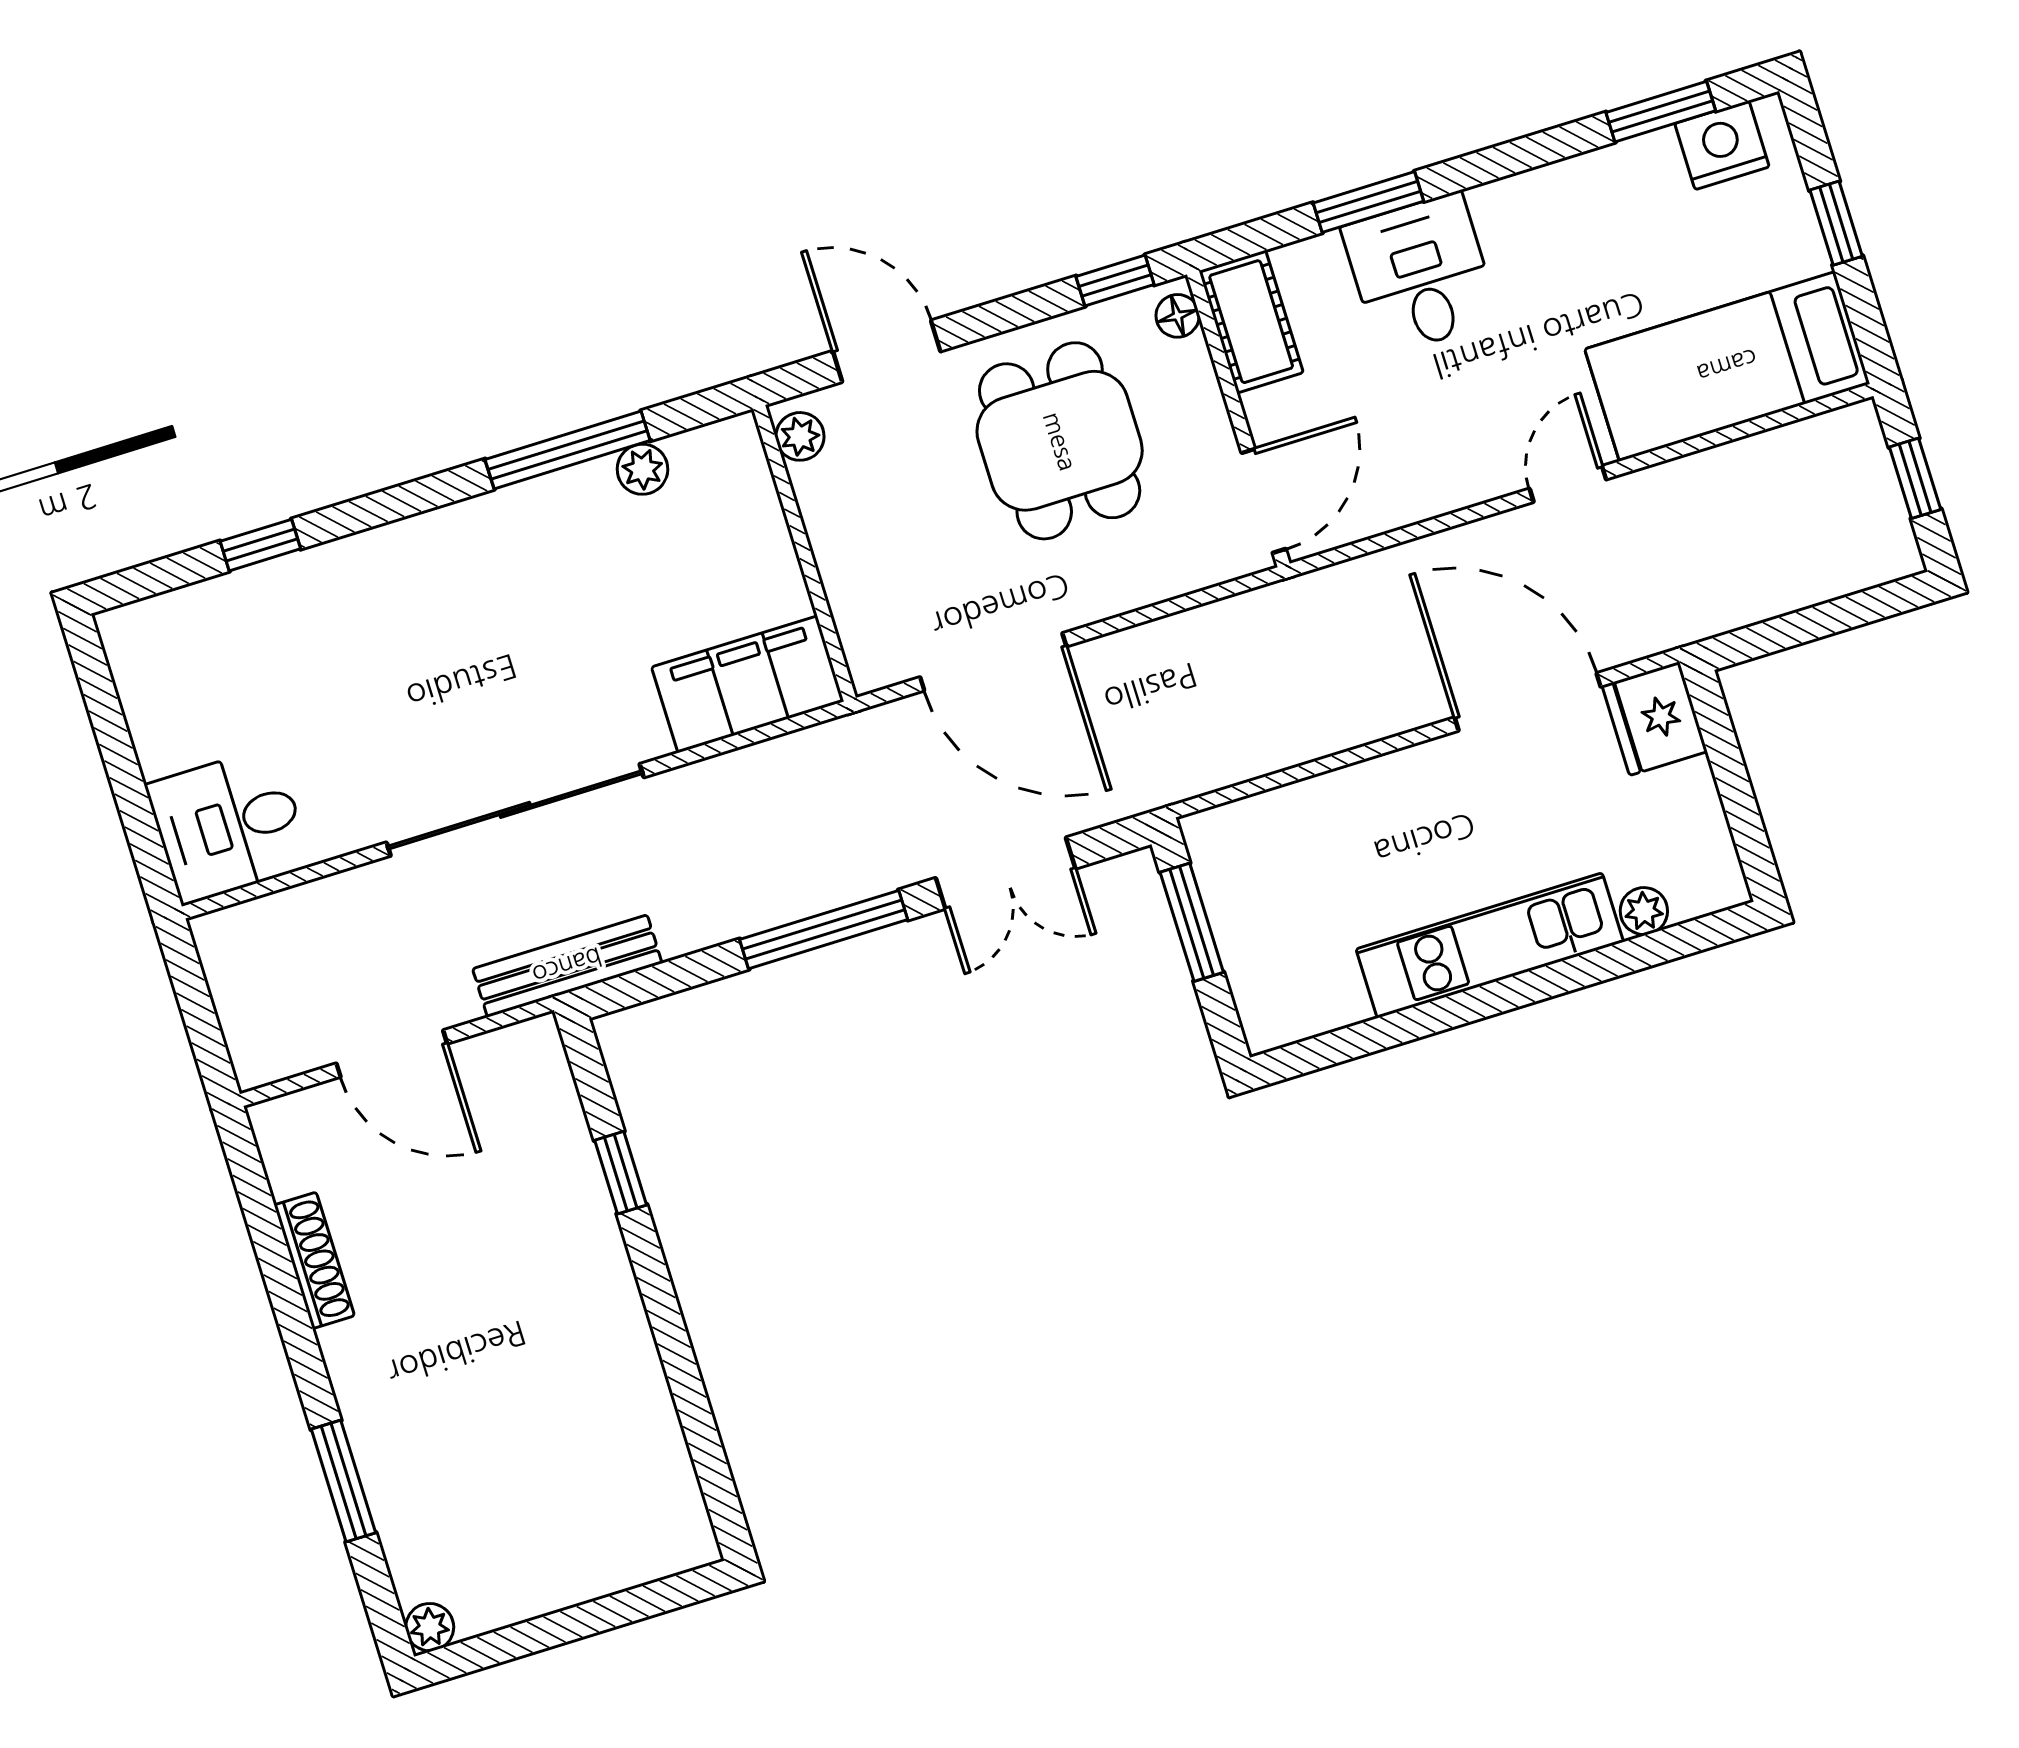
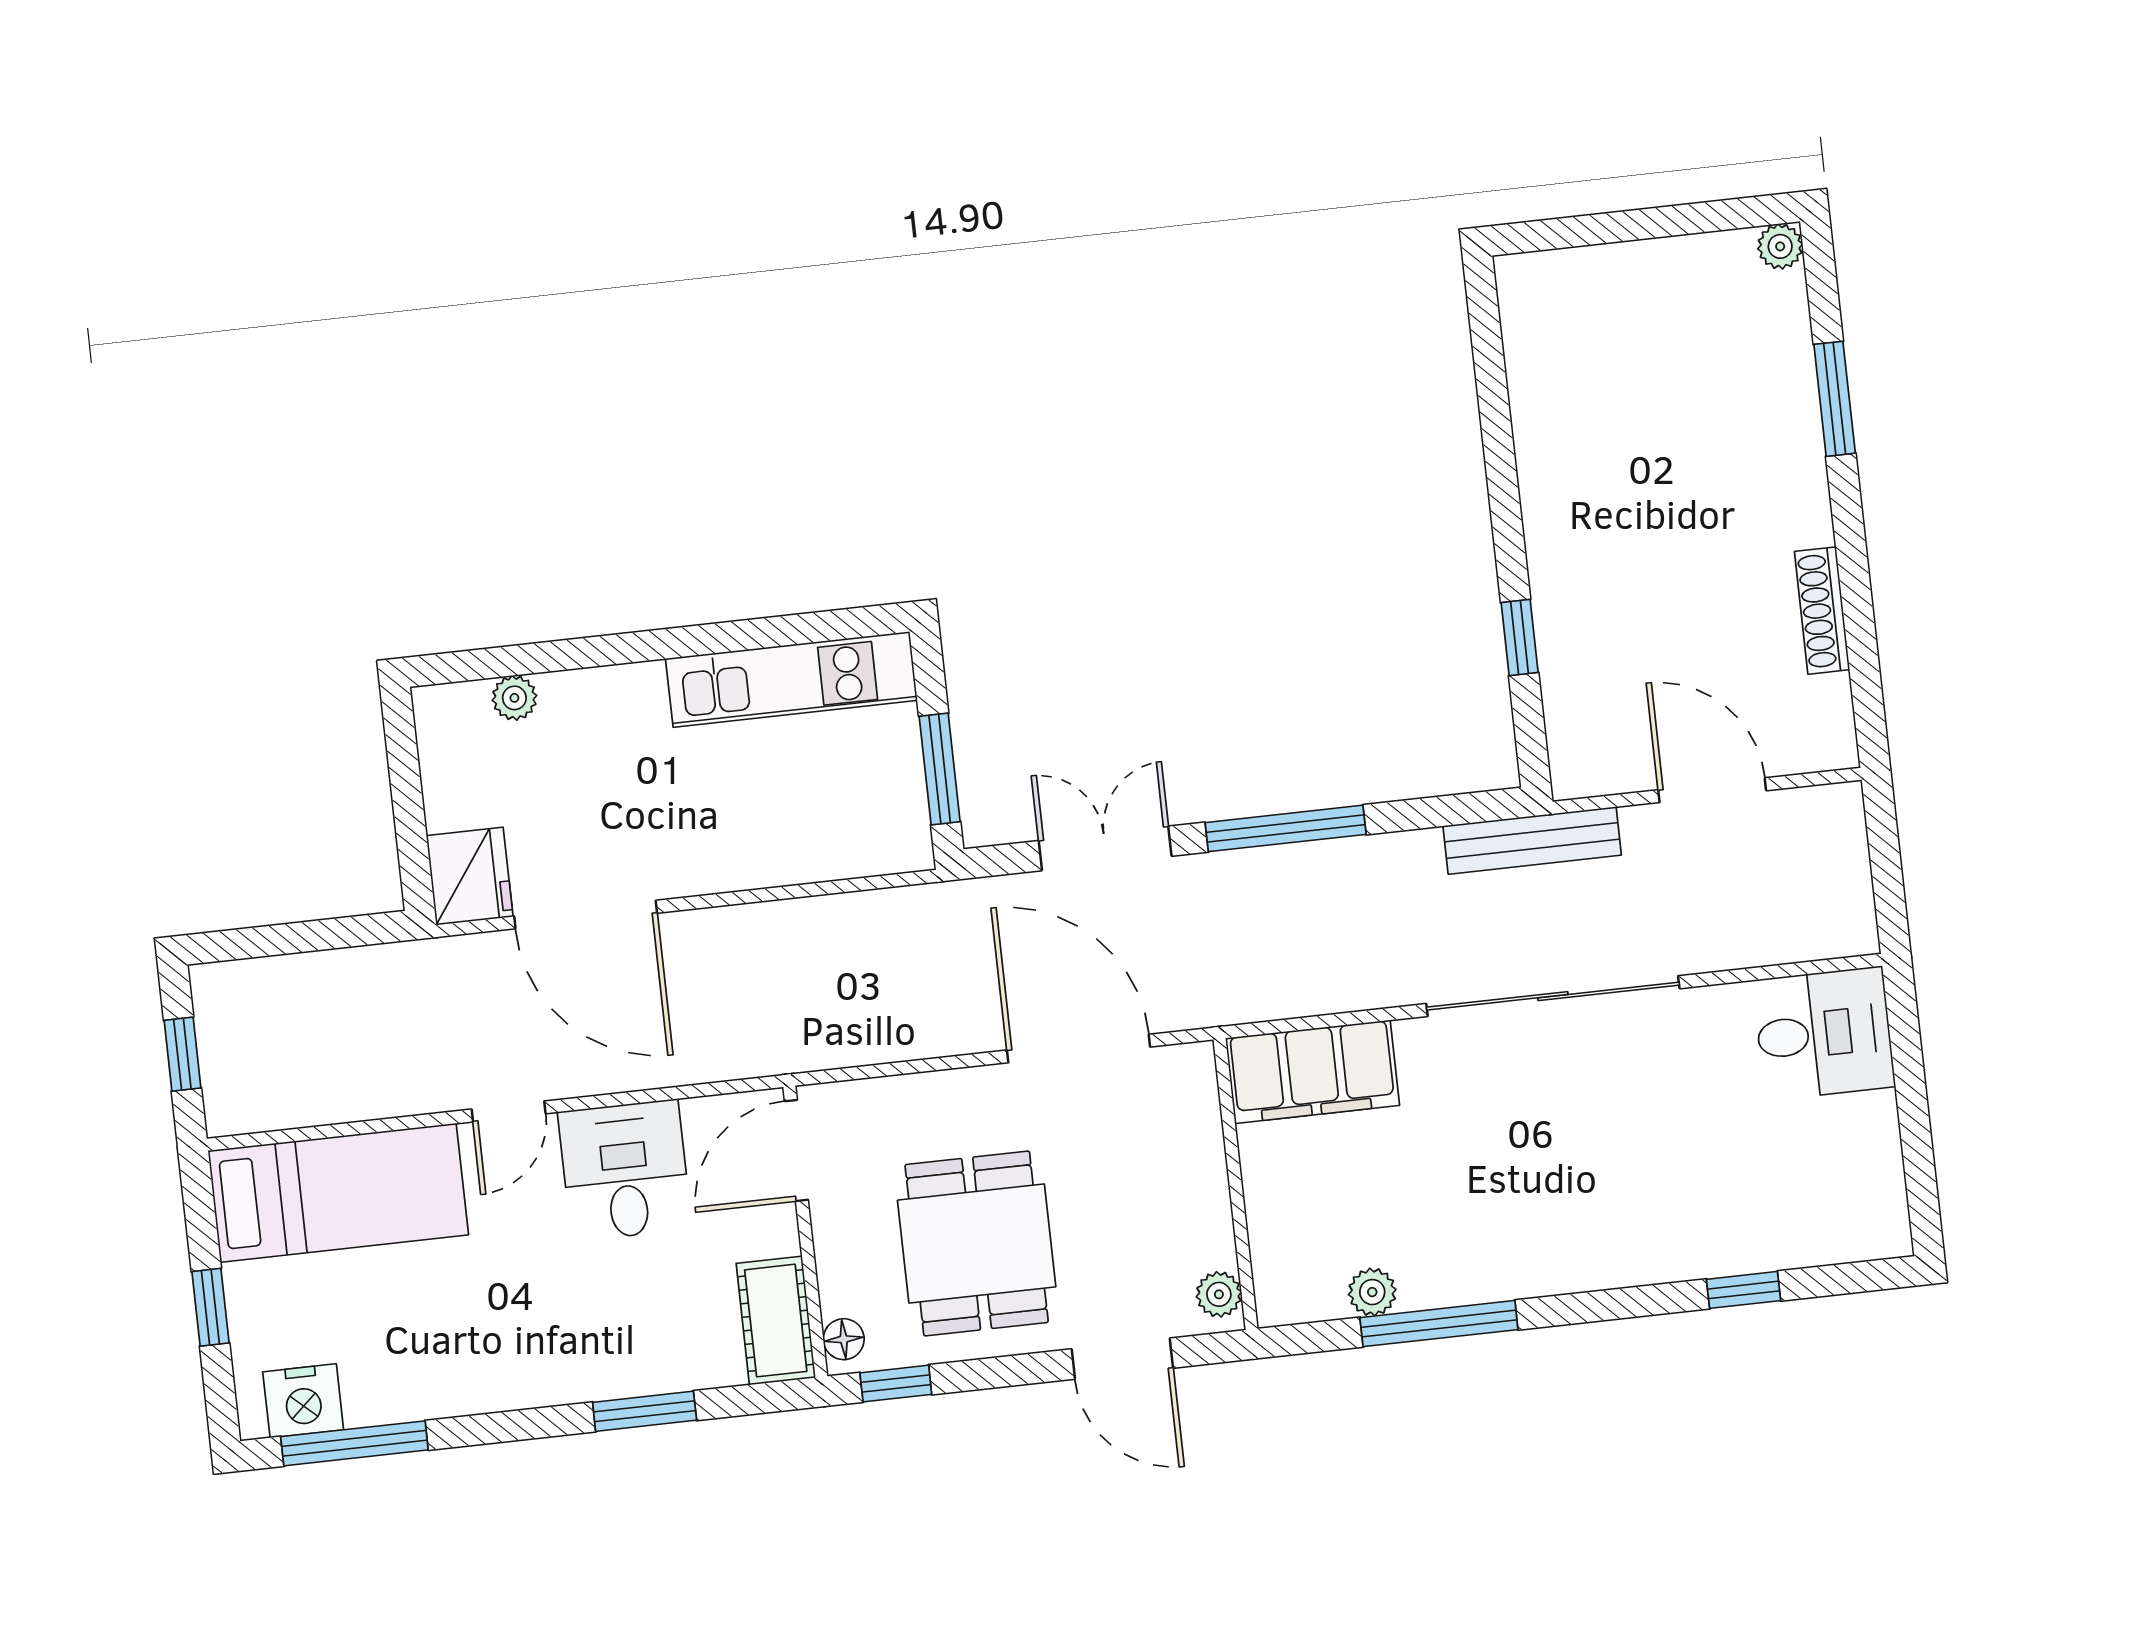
window: (1661, 112) -> (354, 1443), width x1.44
desk: (1421, 274) -> (625, 1170), moved, turned 180
kitchen unit: (1490, 945) -> (791, 680), moved

